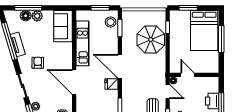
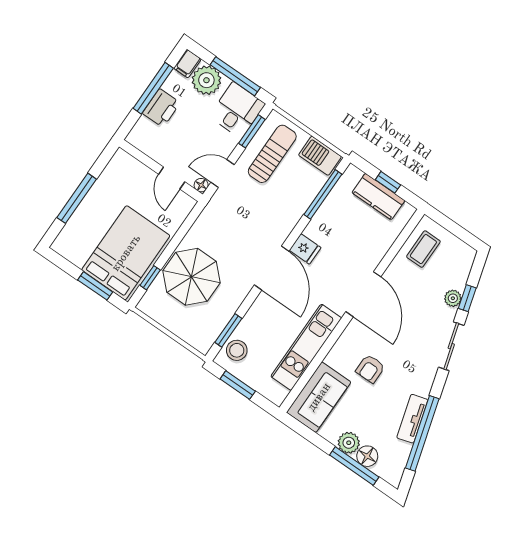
bed: (204, 31) -> (126, 253), moved
armchair: (38, 63) -> (370, 369), moved
door: (168, 92) -> (223, 174), hinge flipped

